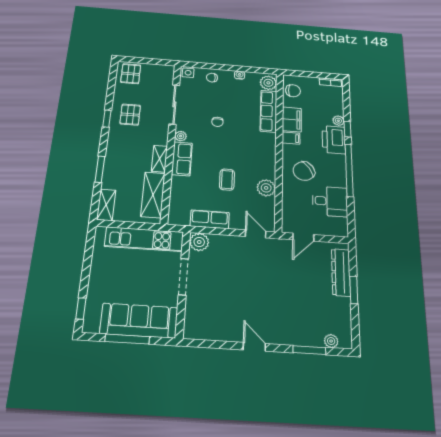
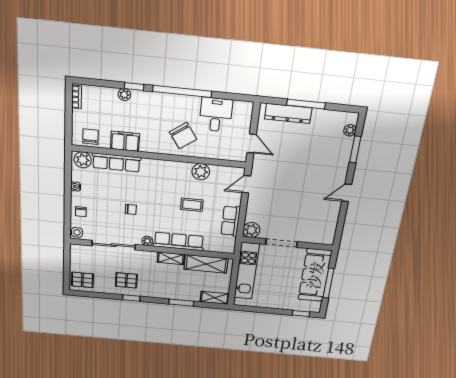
filing cabinet: (291, 138) -> (147, 144), removed
printer: (334, 140) -> (147, 102), removed
row of seats: (182, 159) -> (179, 241), width x1.48
window: (354, 290) -> (306, 104), width x1.44

